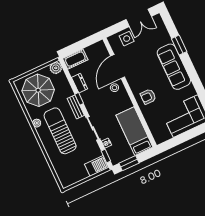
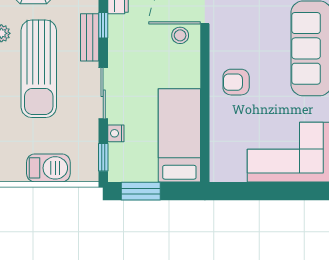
sun lounger: (60, 131) -> (39, 69), turned 180
barbecue: (97, 166) -> (48, 168), moved

